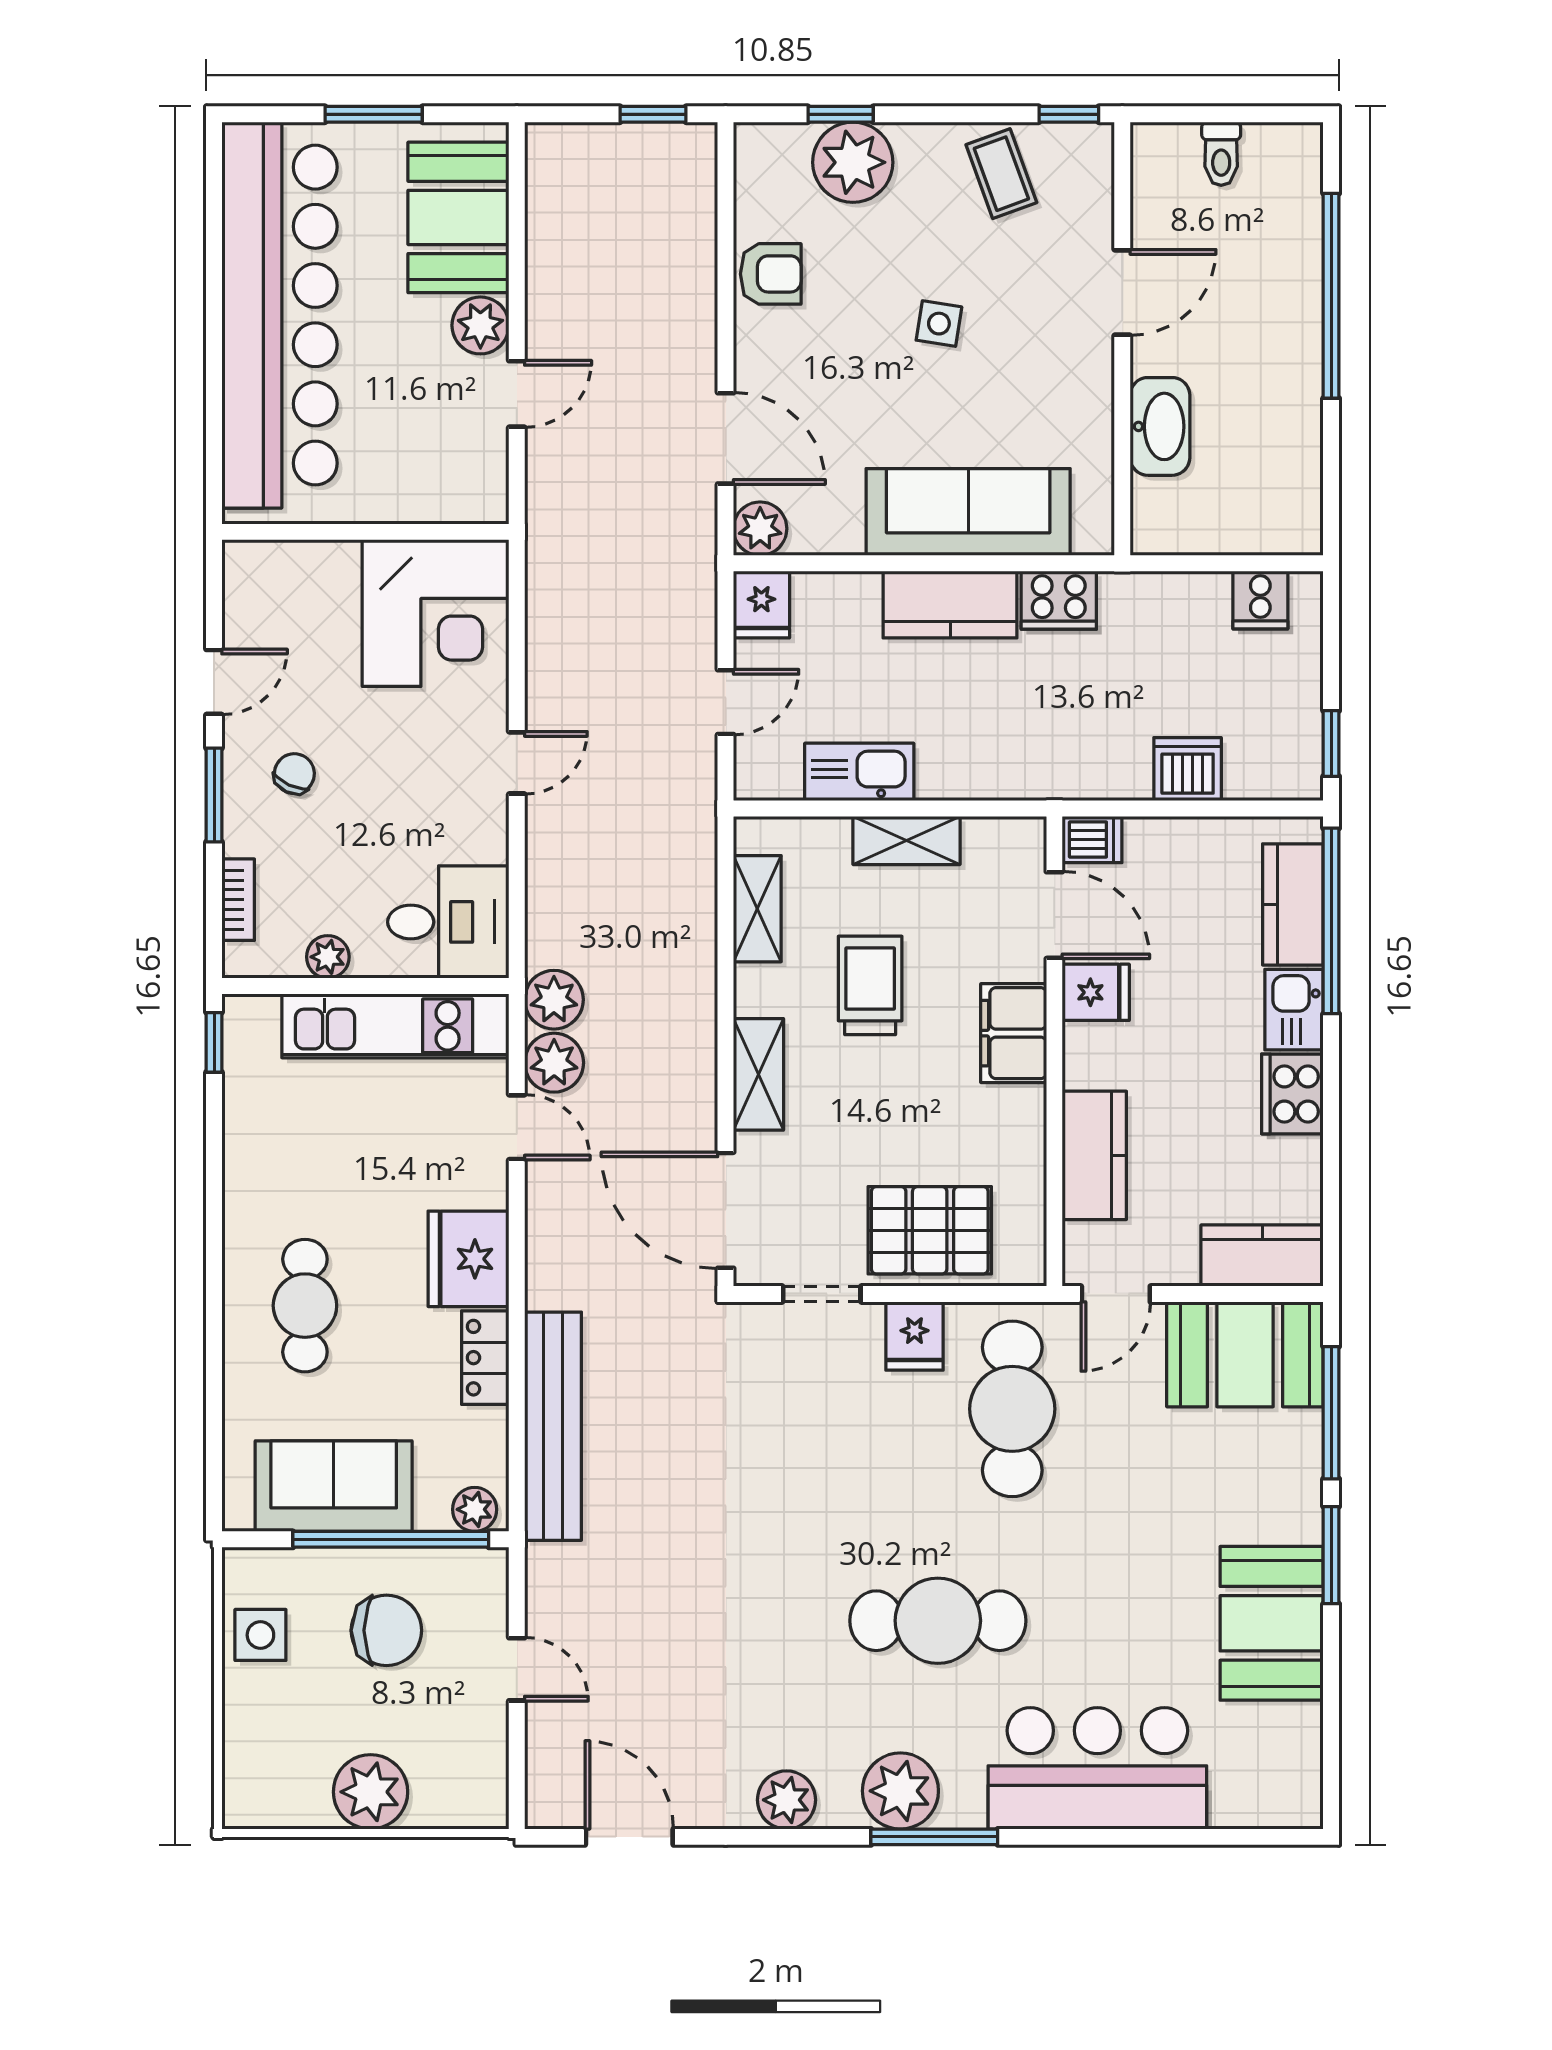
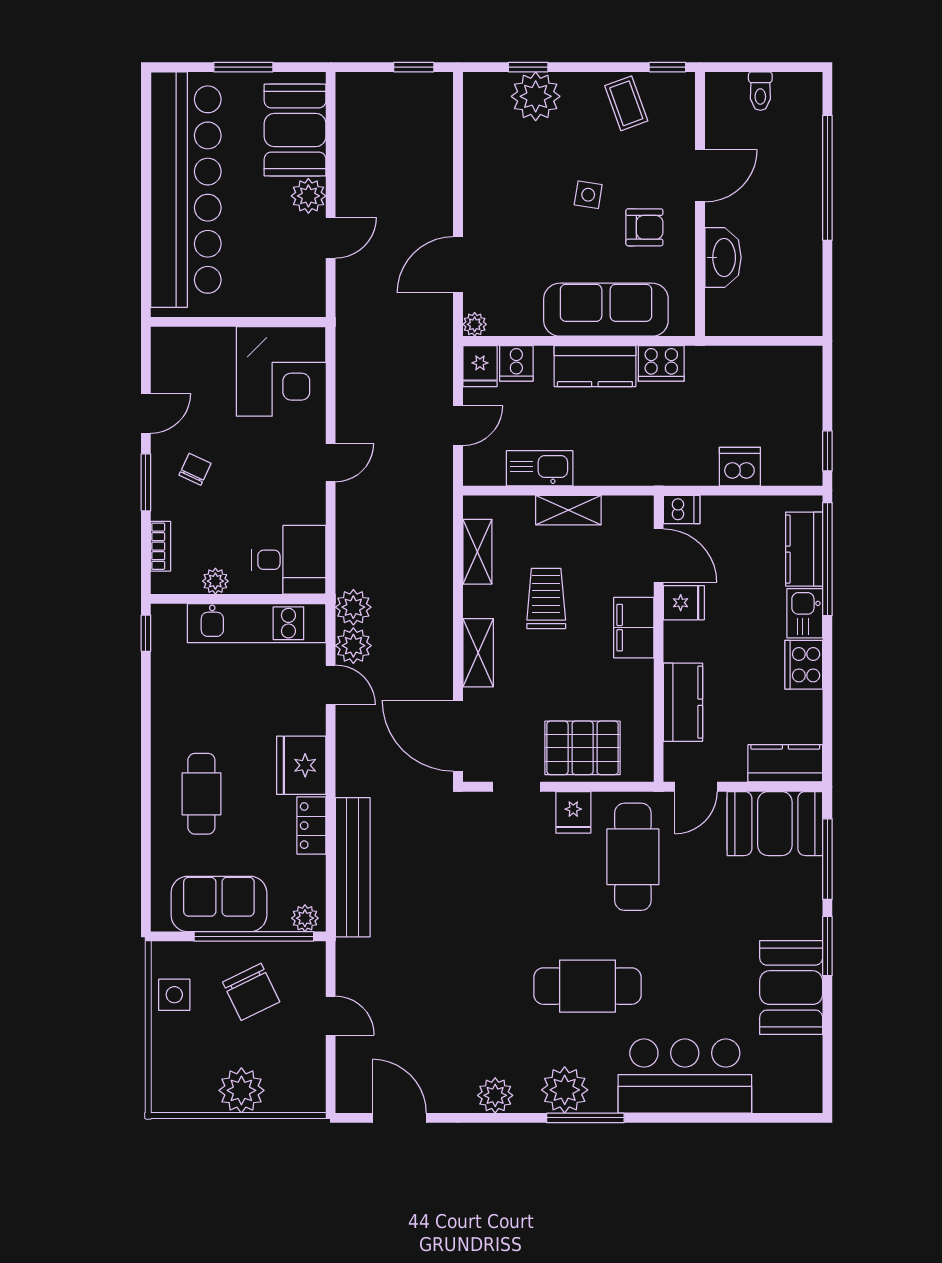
armchair: (771, 274) -> (644, 227), moved
door: (726, 438) -> (458, 265), swing flipped
plant: (760, 529) -> (475, 324), width x0.73, depth x0.73
cooker: (1260, 600) -> (516, 363), moved
chair: (386, 1630) -> (251, 992), turned 64

